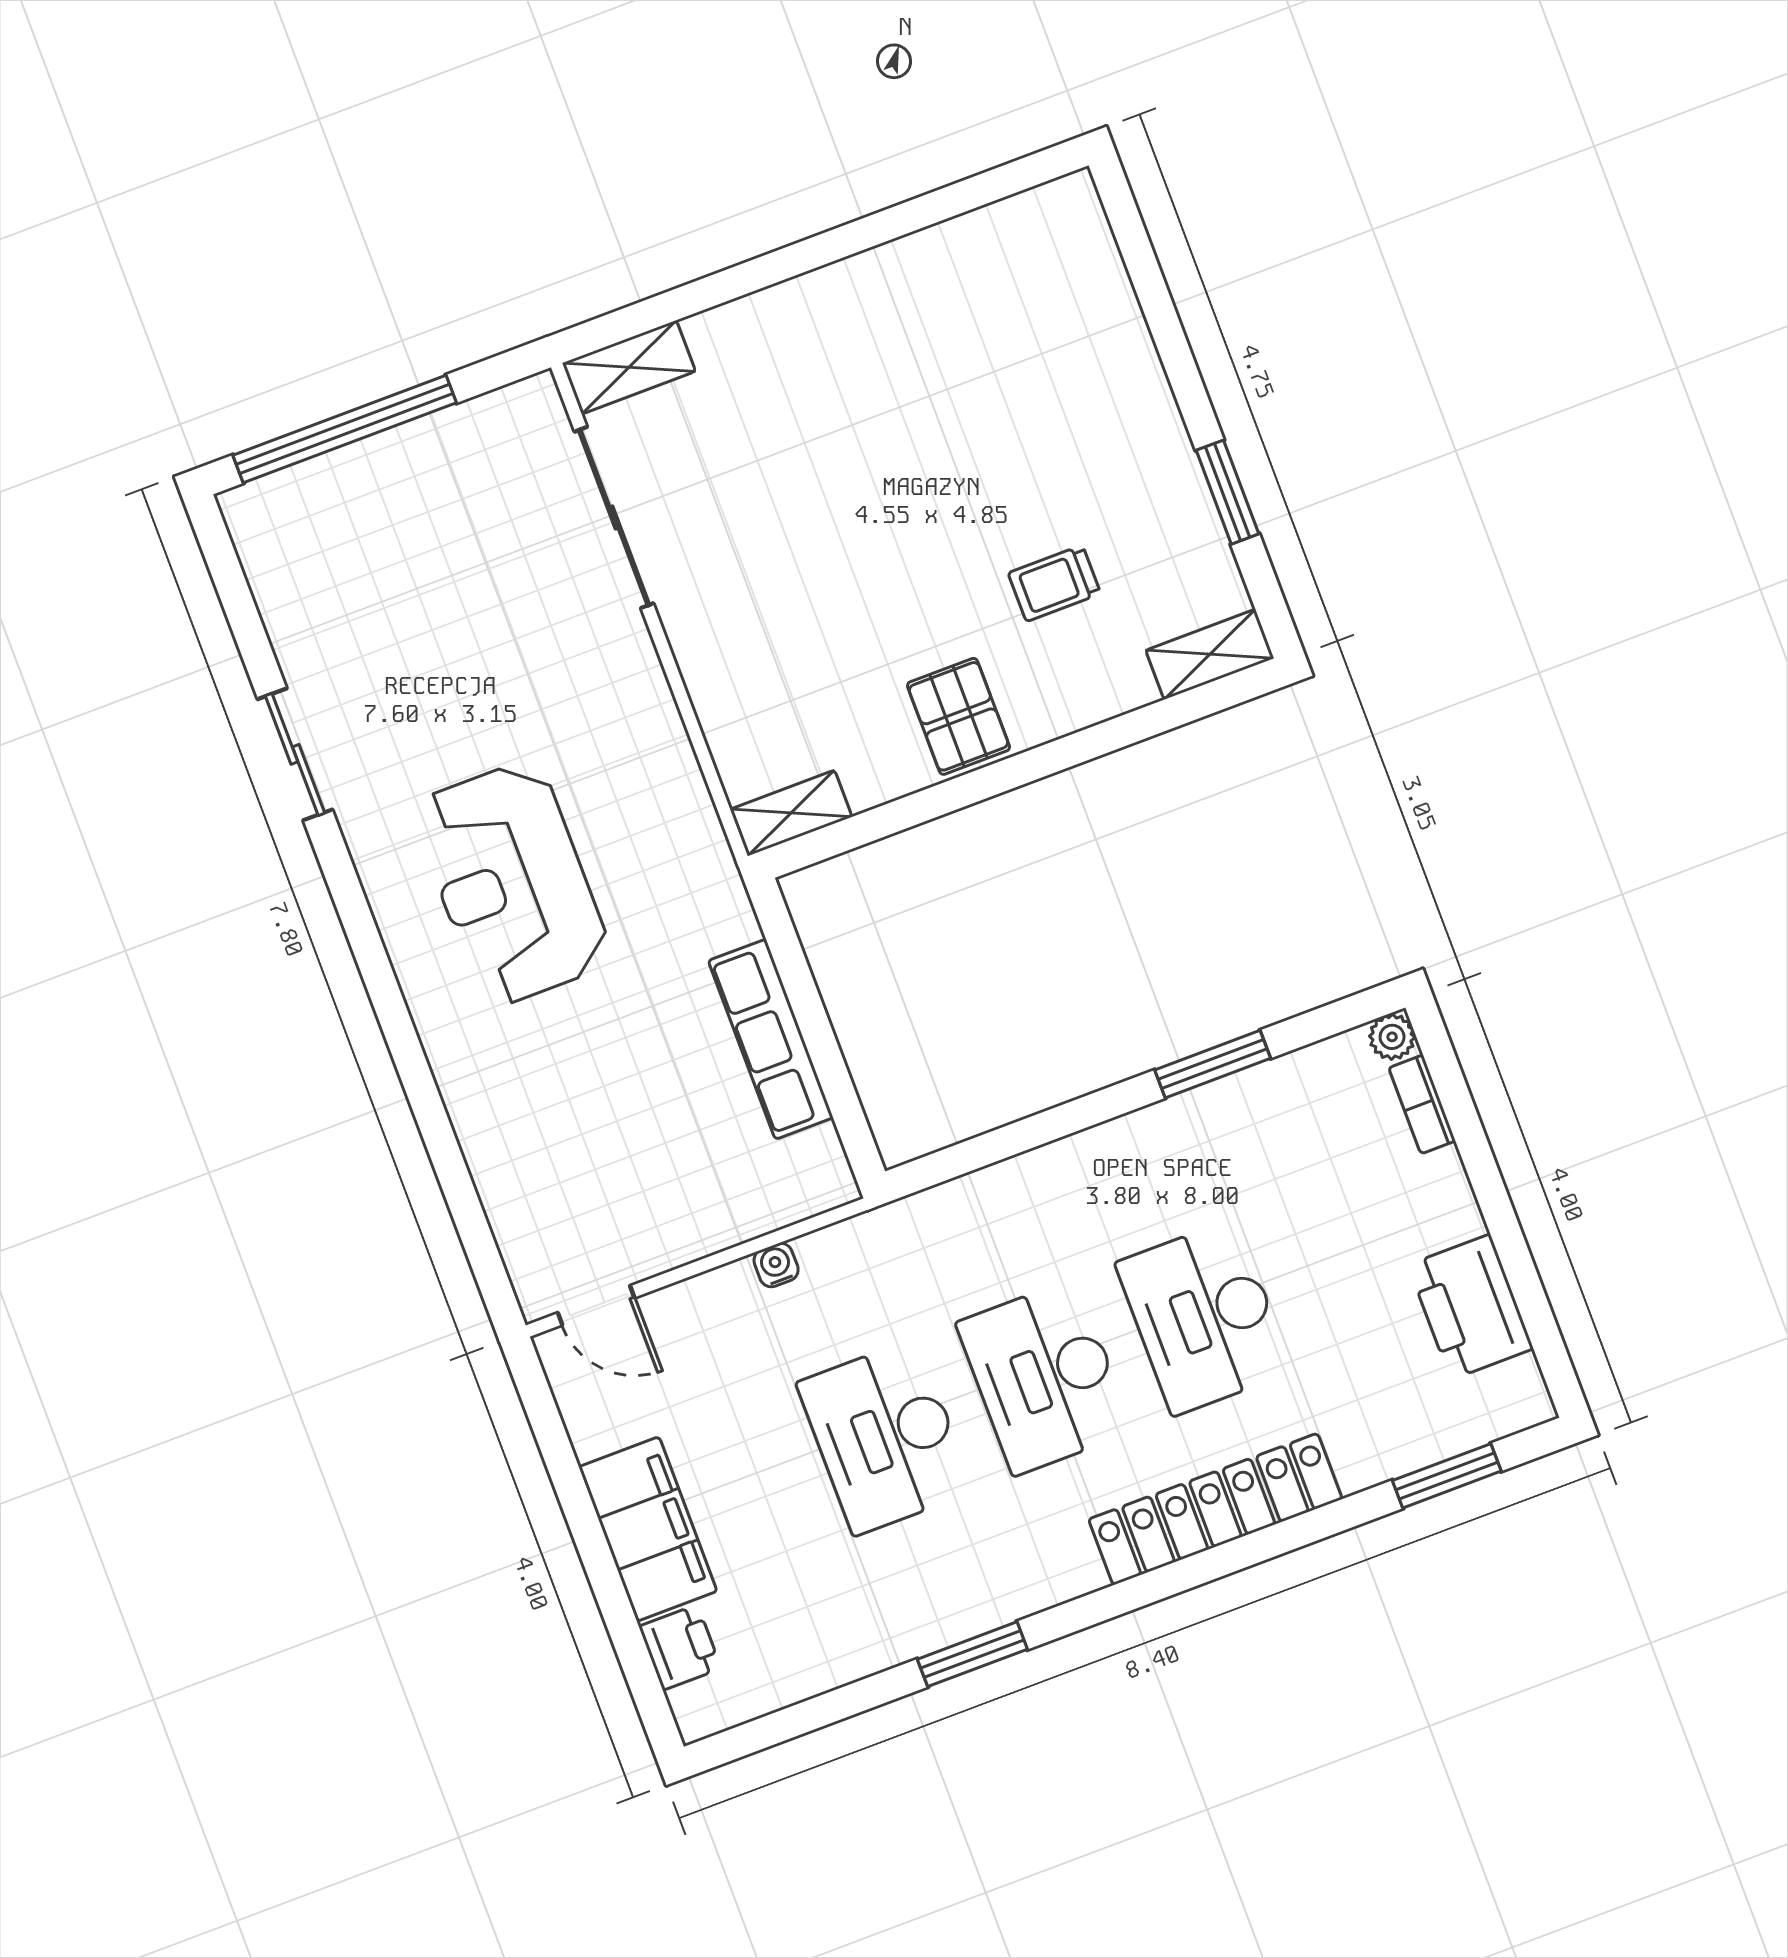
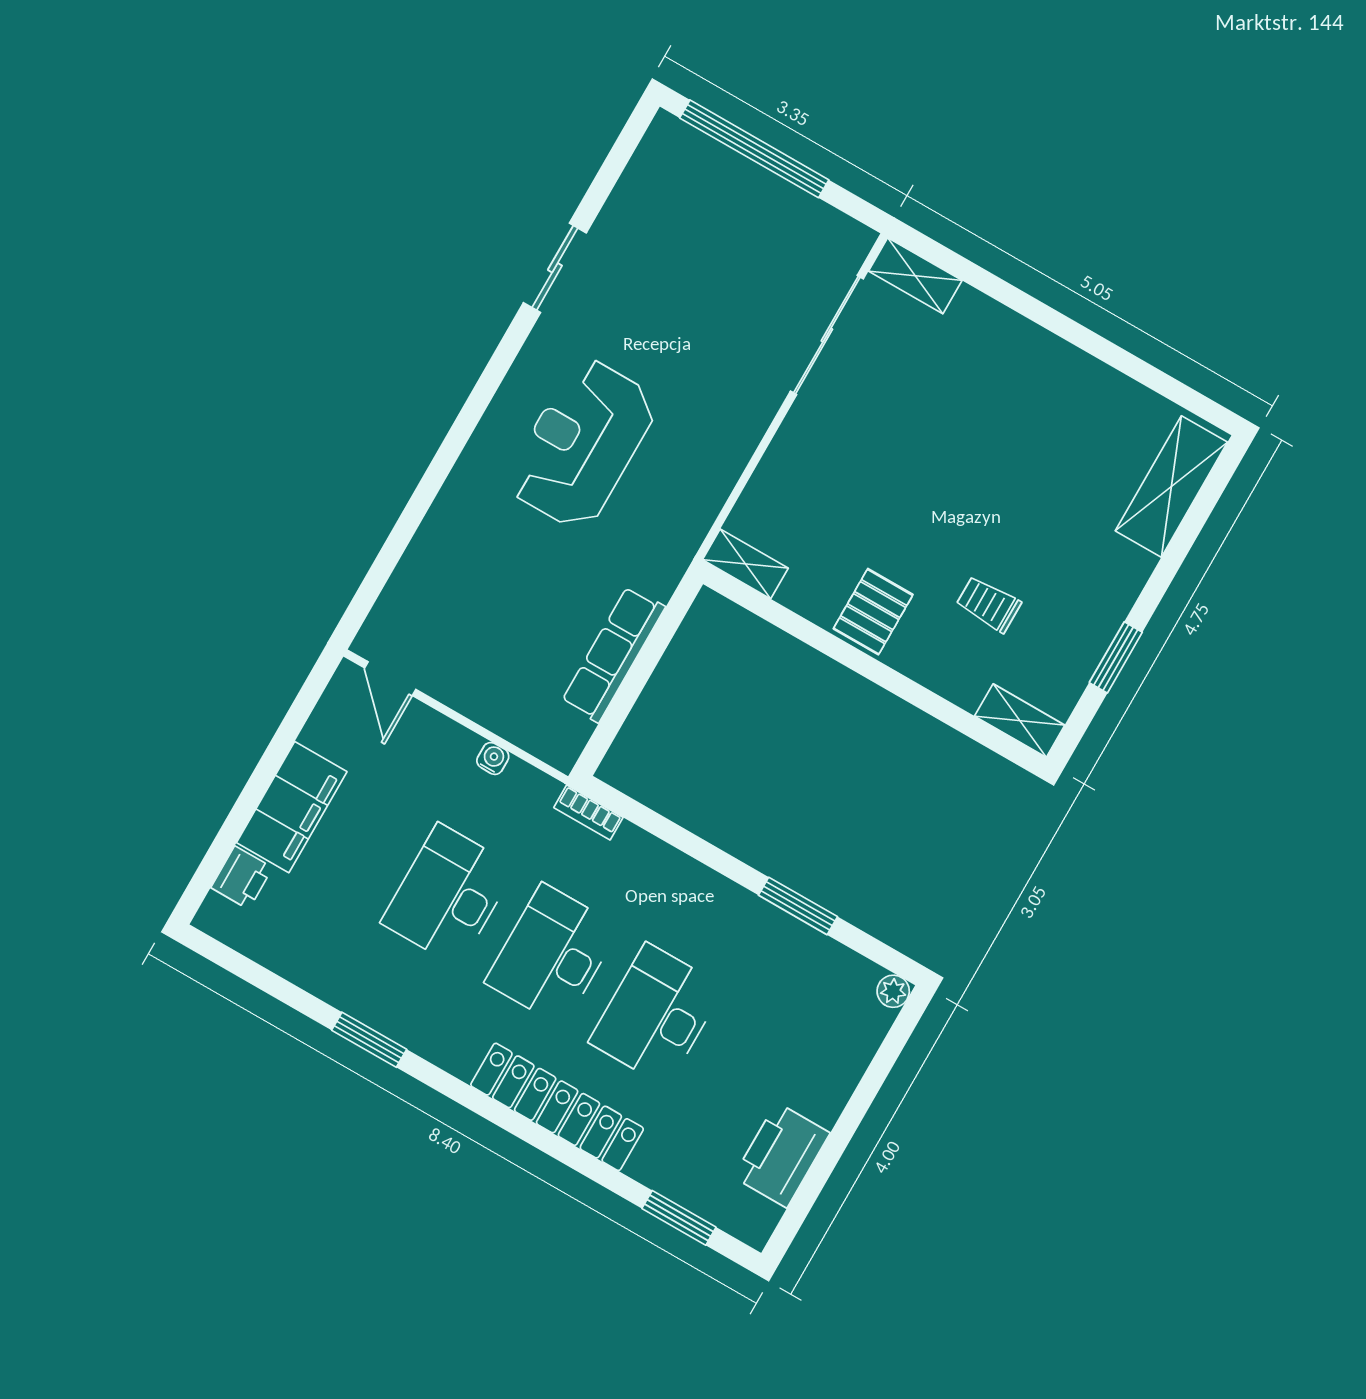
shelving: (1091, 277) -> (1171, 487), added
bookcase: (1422, 1104) -> (588, 812), moved, turned -90

